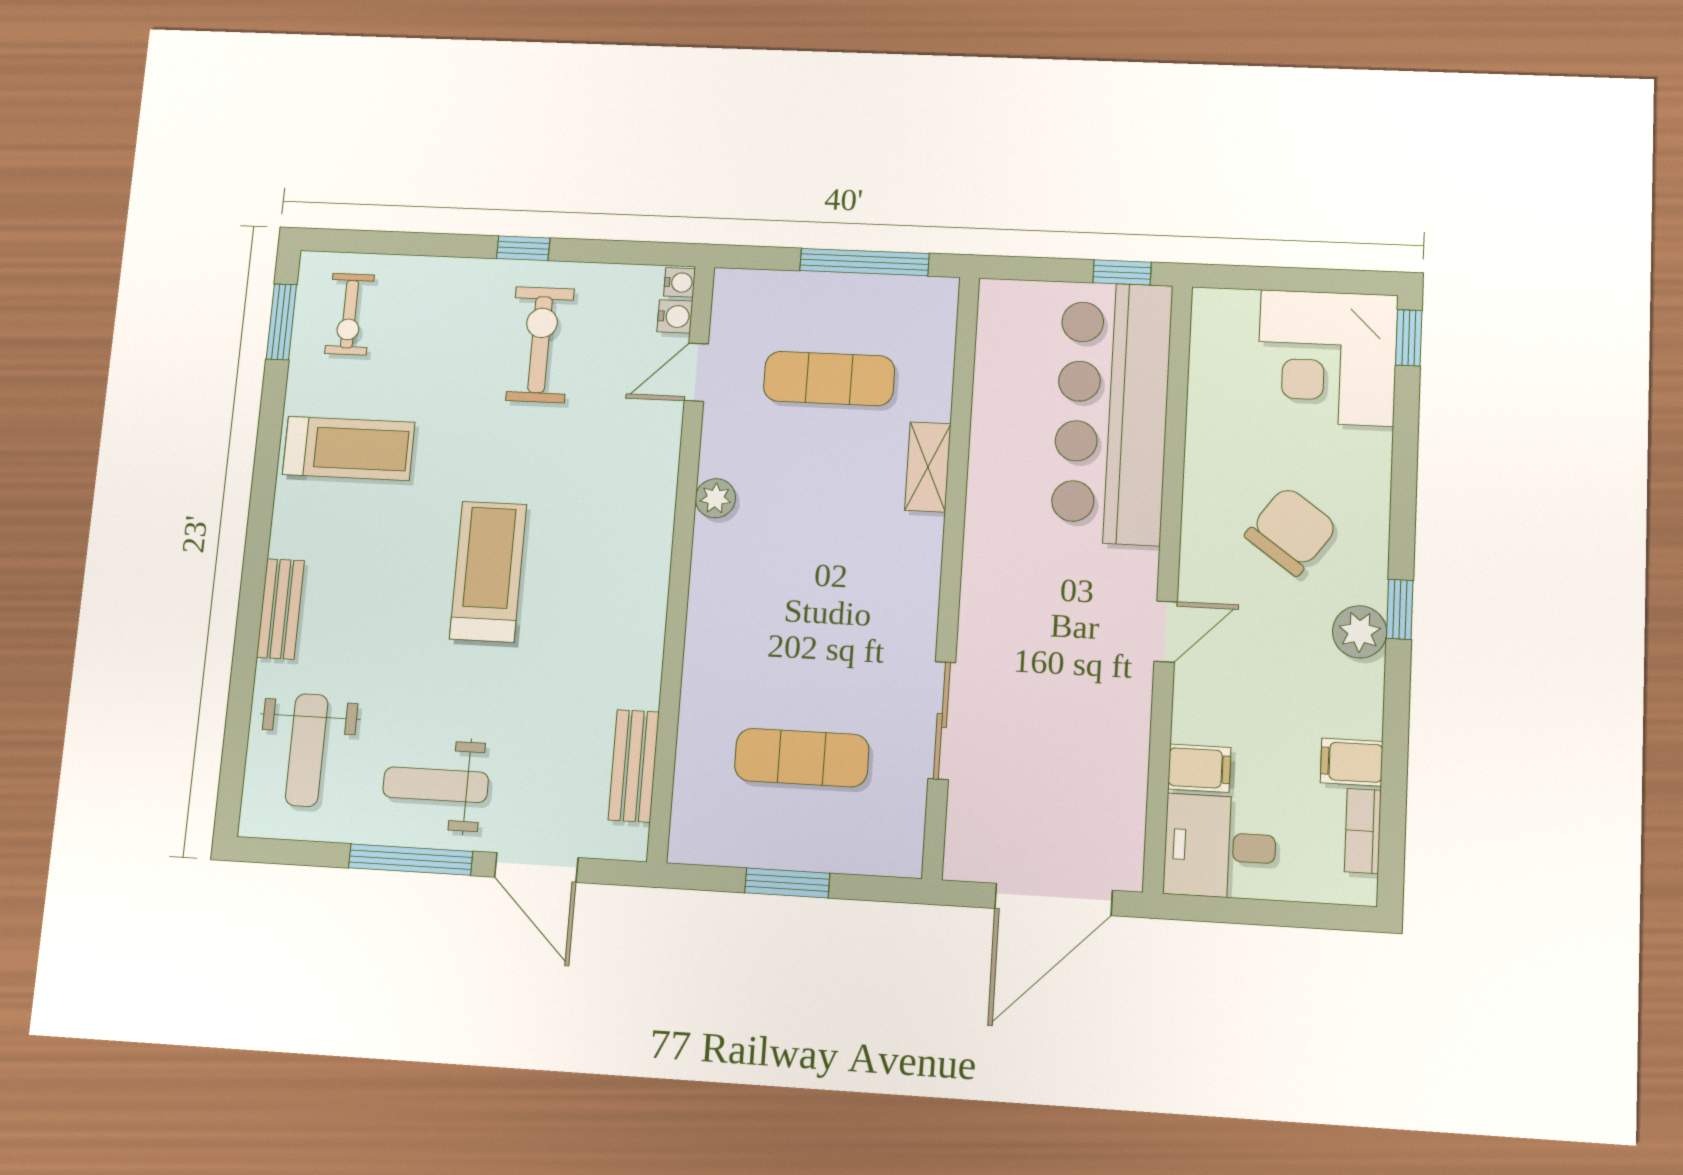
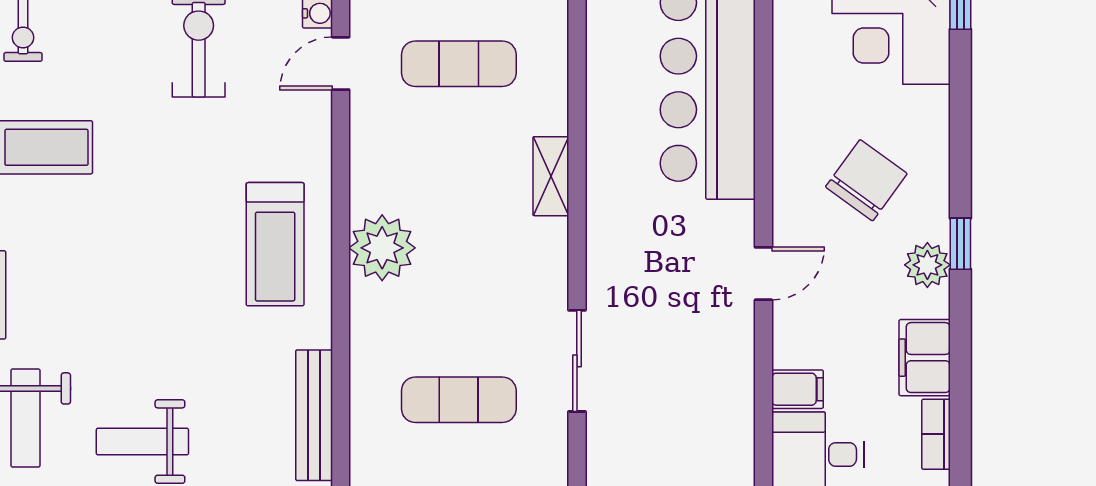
shelving: (928, 467) -> (551, 176), moved
plant: (715, 498) -> (382, 248), moved, width x1.87, depth x1.87
treadmill: (488, 572) -> (275, 244), moved, turned 180
filing cabinet: (1352, 762) -> (925, 358), width x2.00
bench: (634, 766) -> (314, 415), width x1.36

